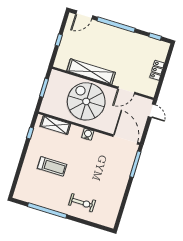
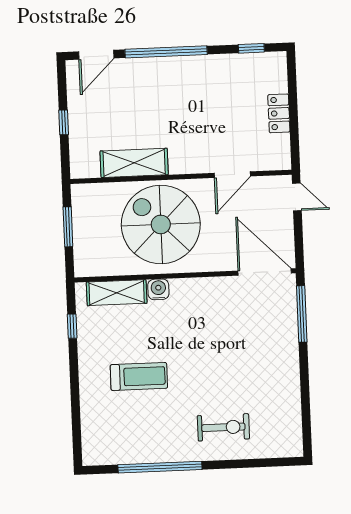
shelving: (91, 72) -> (134, 163), width x0.68
water cooler: (88, 134) -> (158, 289), moved

